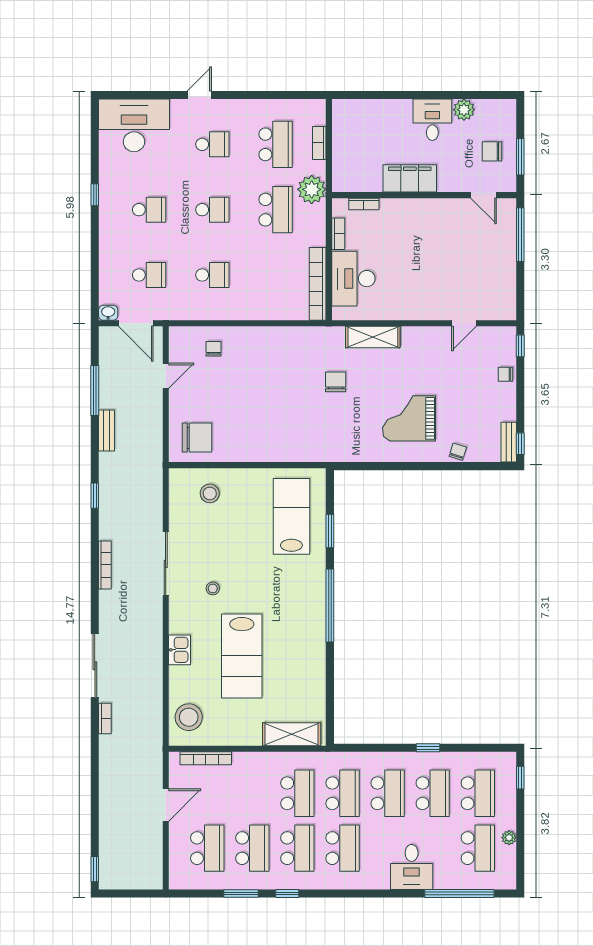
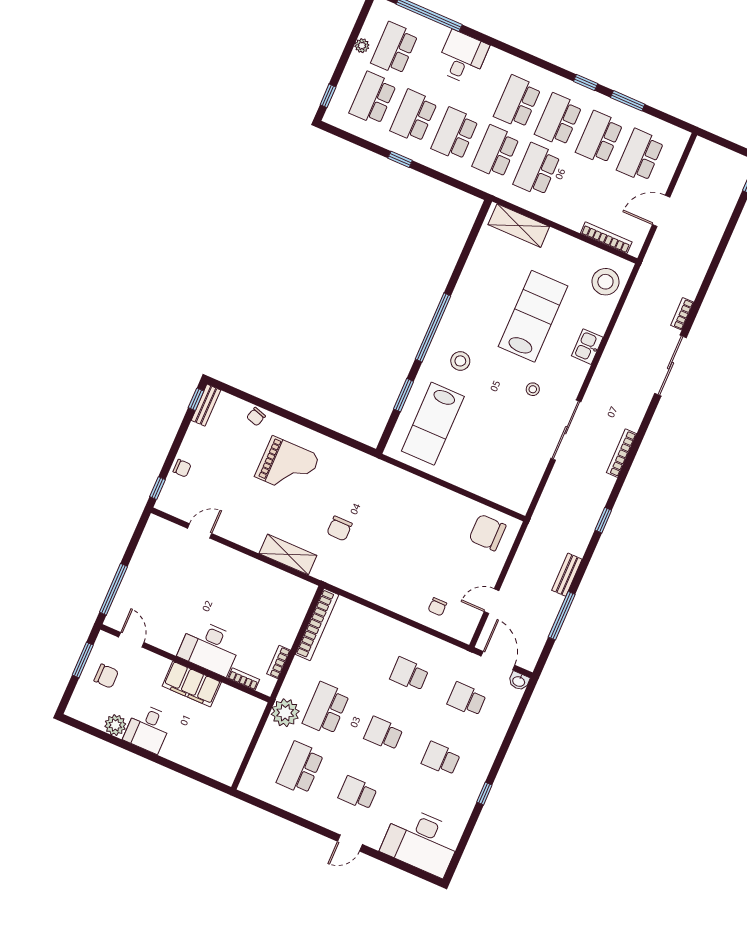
bookcase: (319, 143) -> (260, 752), removed
desk: (353, 279) -> (210, 647), moved, turned 90
stool: (210, 493) -> (460, 361), moved

